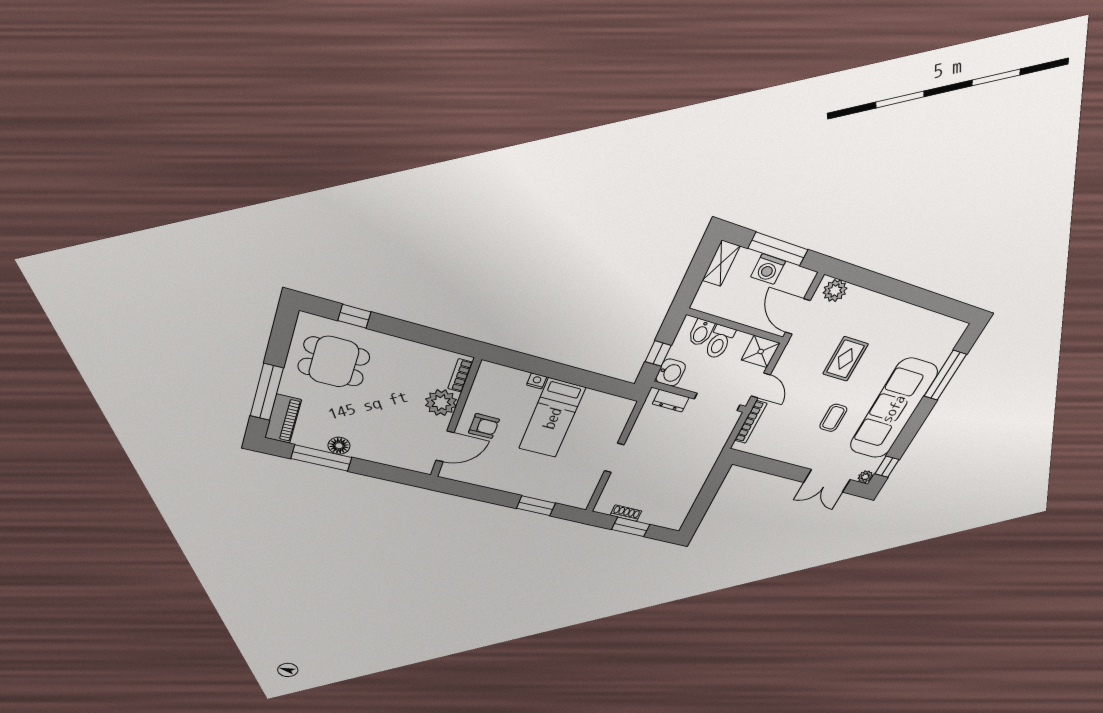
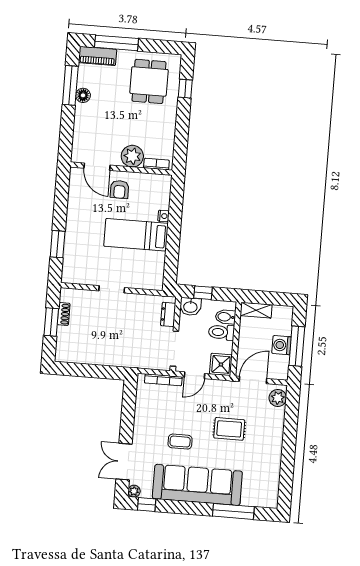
shelving: (721, 263) -> (256, 310), moved

